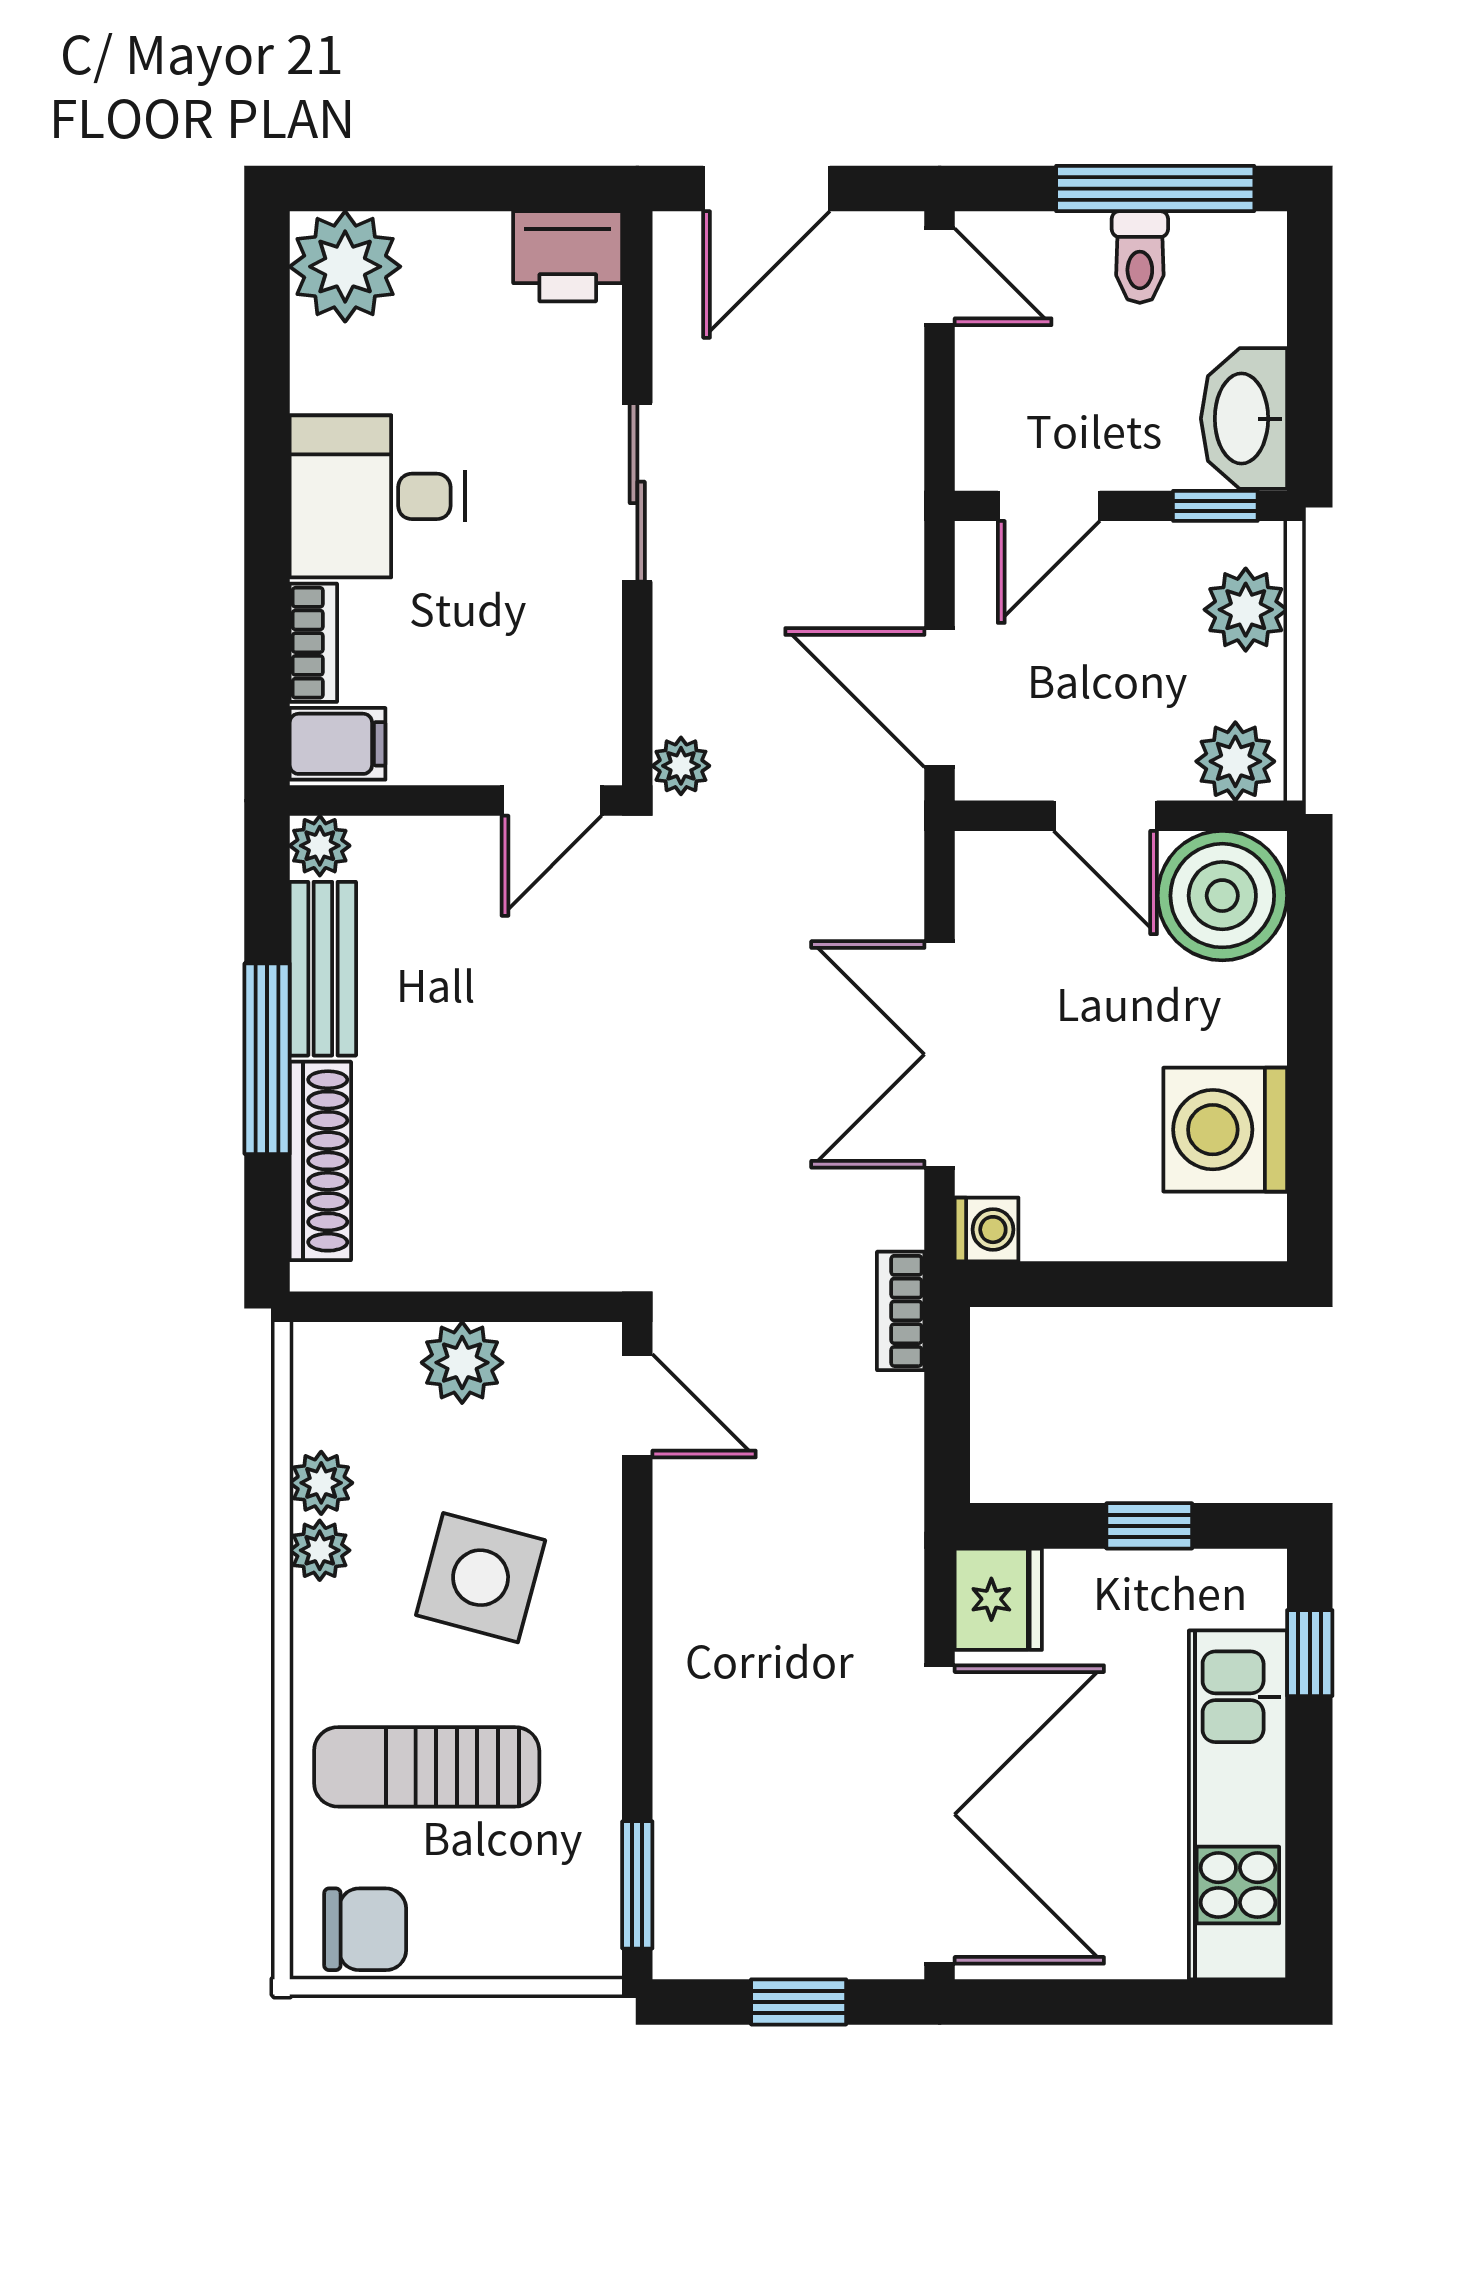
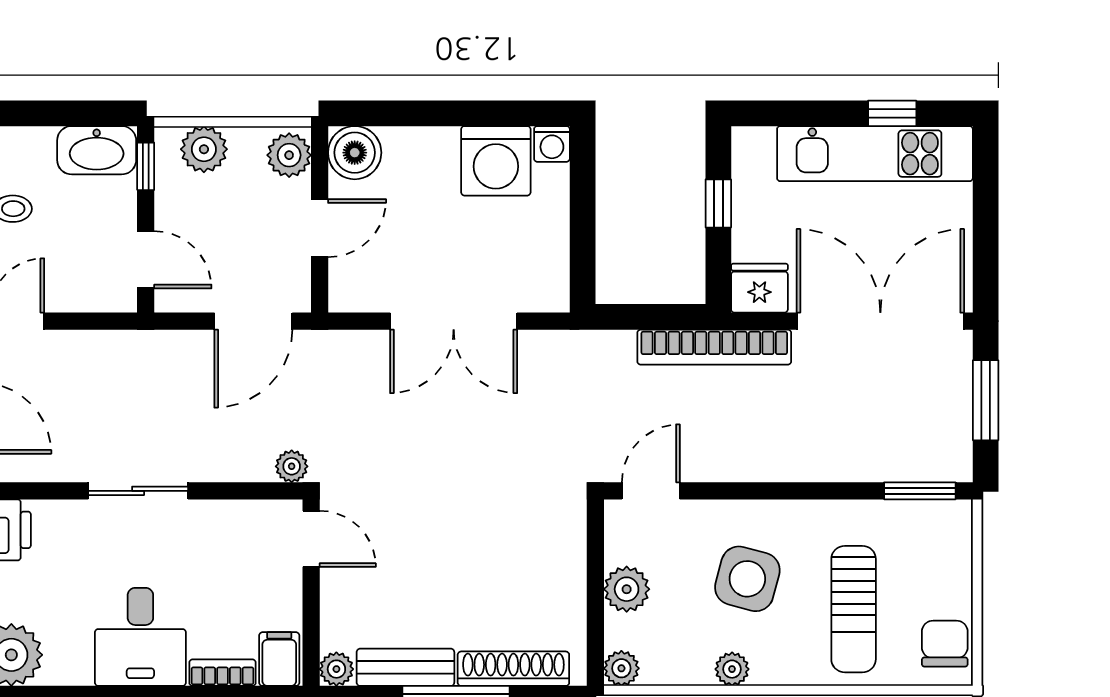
boiler: (1222, 896) -> (355, 153), width x0.73, depth x0.73
washing machine: (987, 1230) -> (552, 144), moved, turned 180
bookcase: (901, 1311) -> (714, 347), moved, width x2.31, depth x1.31
plant: (321, 1483) -> (621, 668), moved
window: (1310, 1653) -> (892, 113), moved
window: (799, 2002) -> (986, 400), width x1.50

